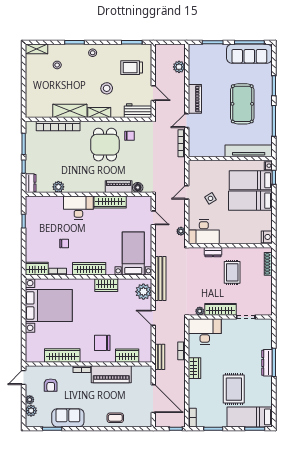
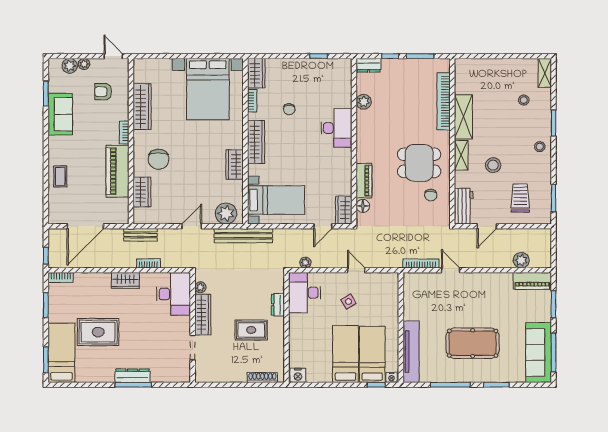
piano: (195, 99) -> (532, 281), moved
wardrobe: (110, 202) -> (344, 210), moved, width x0.67
chair: (102, 343) -> (159, 159), turned 180

